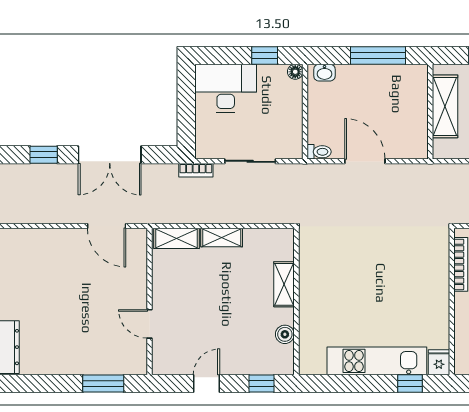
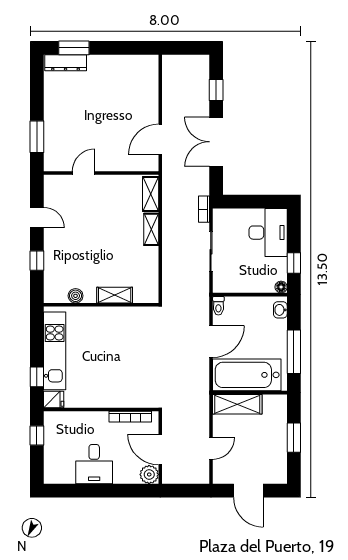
shelving: (445, 106) -> (237, 404), moved
bathtub: (407, 116) -> (247, 375), added
shelving: (284, 284) -> (115, 295), moved
wall: (296, 302) -> (101, 305), moved
boiler: (285, 334) -> (76, 296), moved

